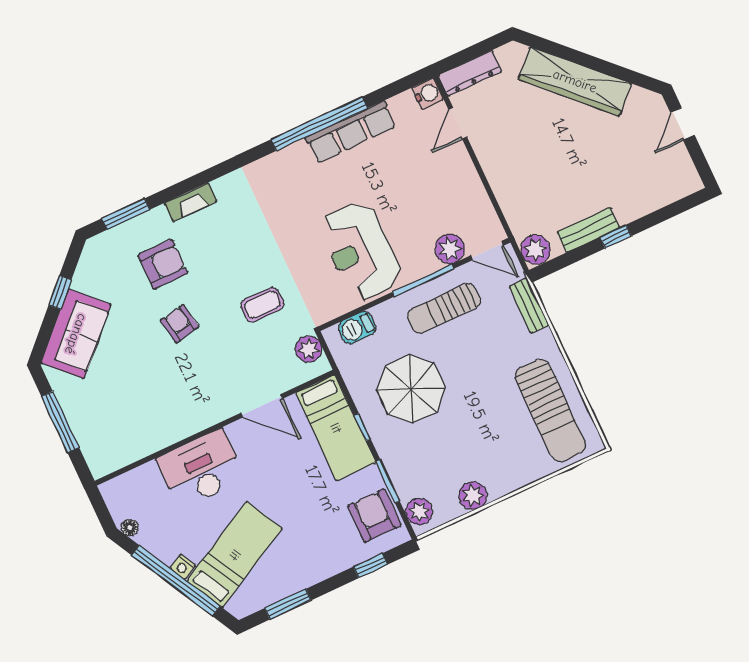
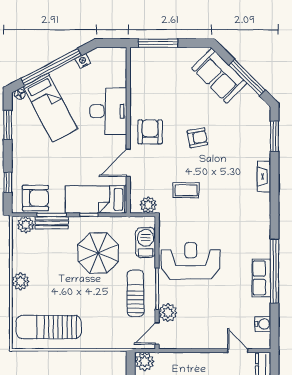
water cooler: (428, 94) -> (263, 324), moved, turned -90
row of seats: (351, 132) -> (261, 278), width x0.68
armchair: (163, 264) -> (150, 132), moved, turned 180
window: (60, 292) -> (247, 78), width x2.17
coffee table: (262, 305) -> (186, 190), turned 90
bench: (529, 306) -> (52, 223), moved
barbecue: (357, 328) -> (146, 243), width x1.38, depth x1.27
window: (60, 422) -> (158, 43), moved
plant: (473, 496) -> (20, 281), moved
floor lamp: (130, 528) -> (20, 94), moved
nightstand: (183, 567) -> (83, 61), moved

